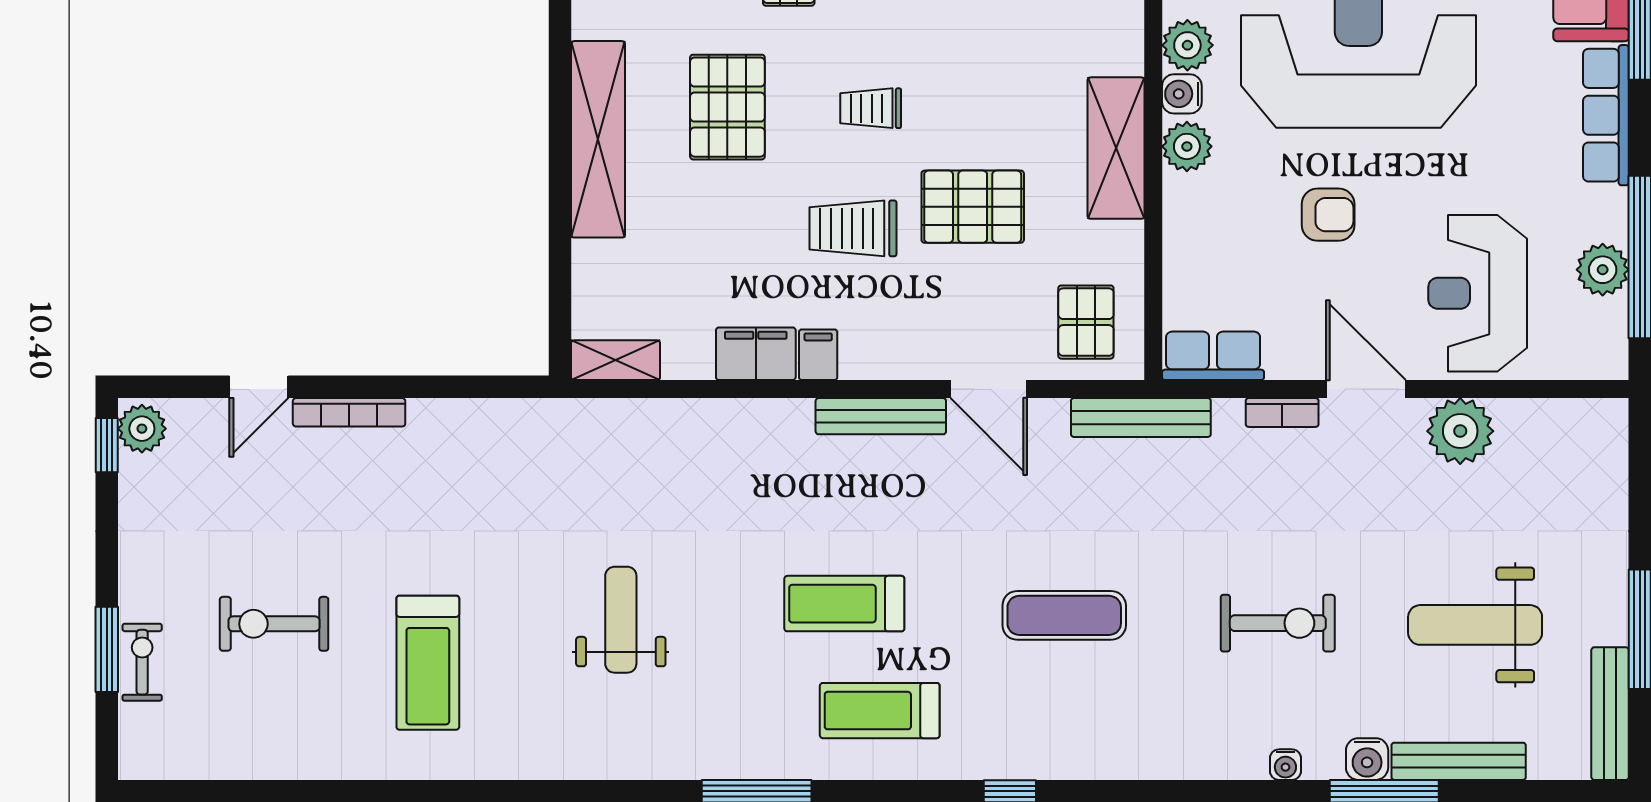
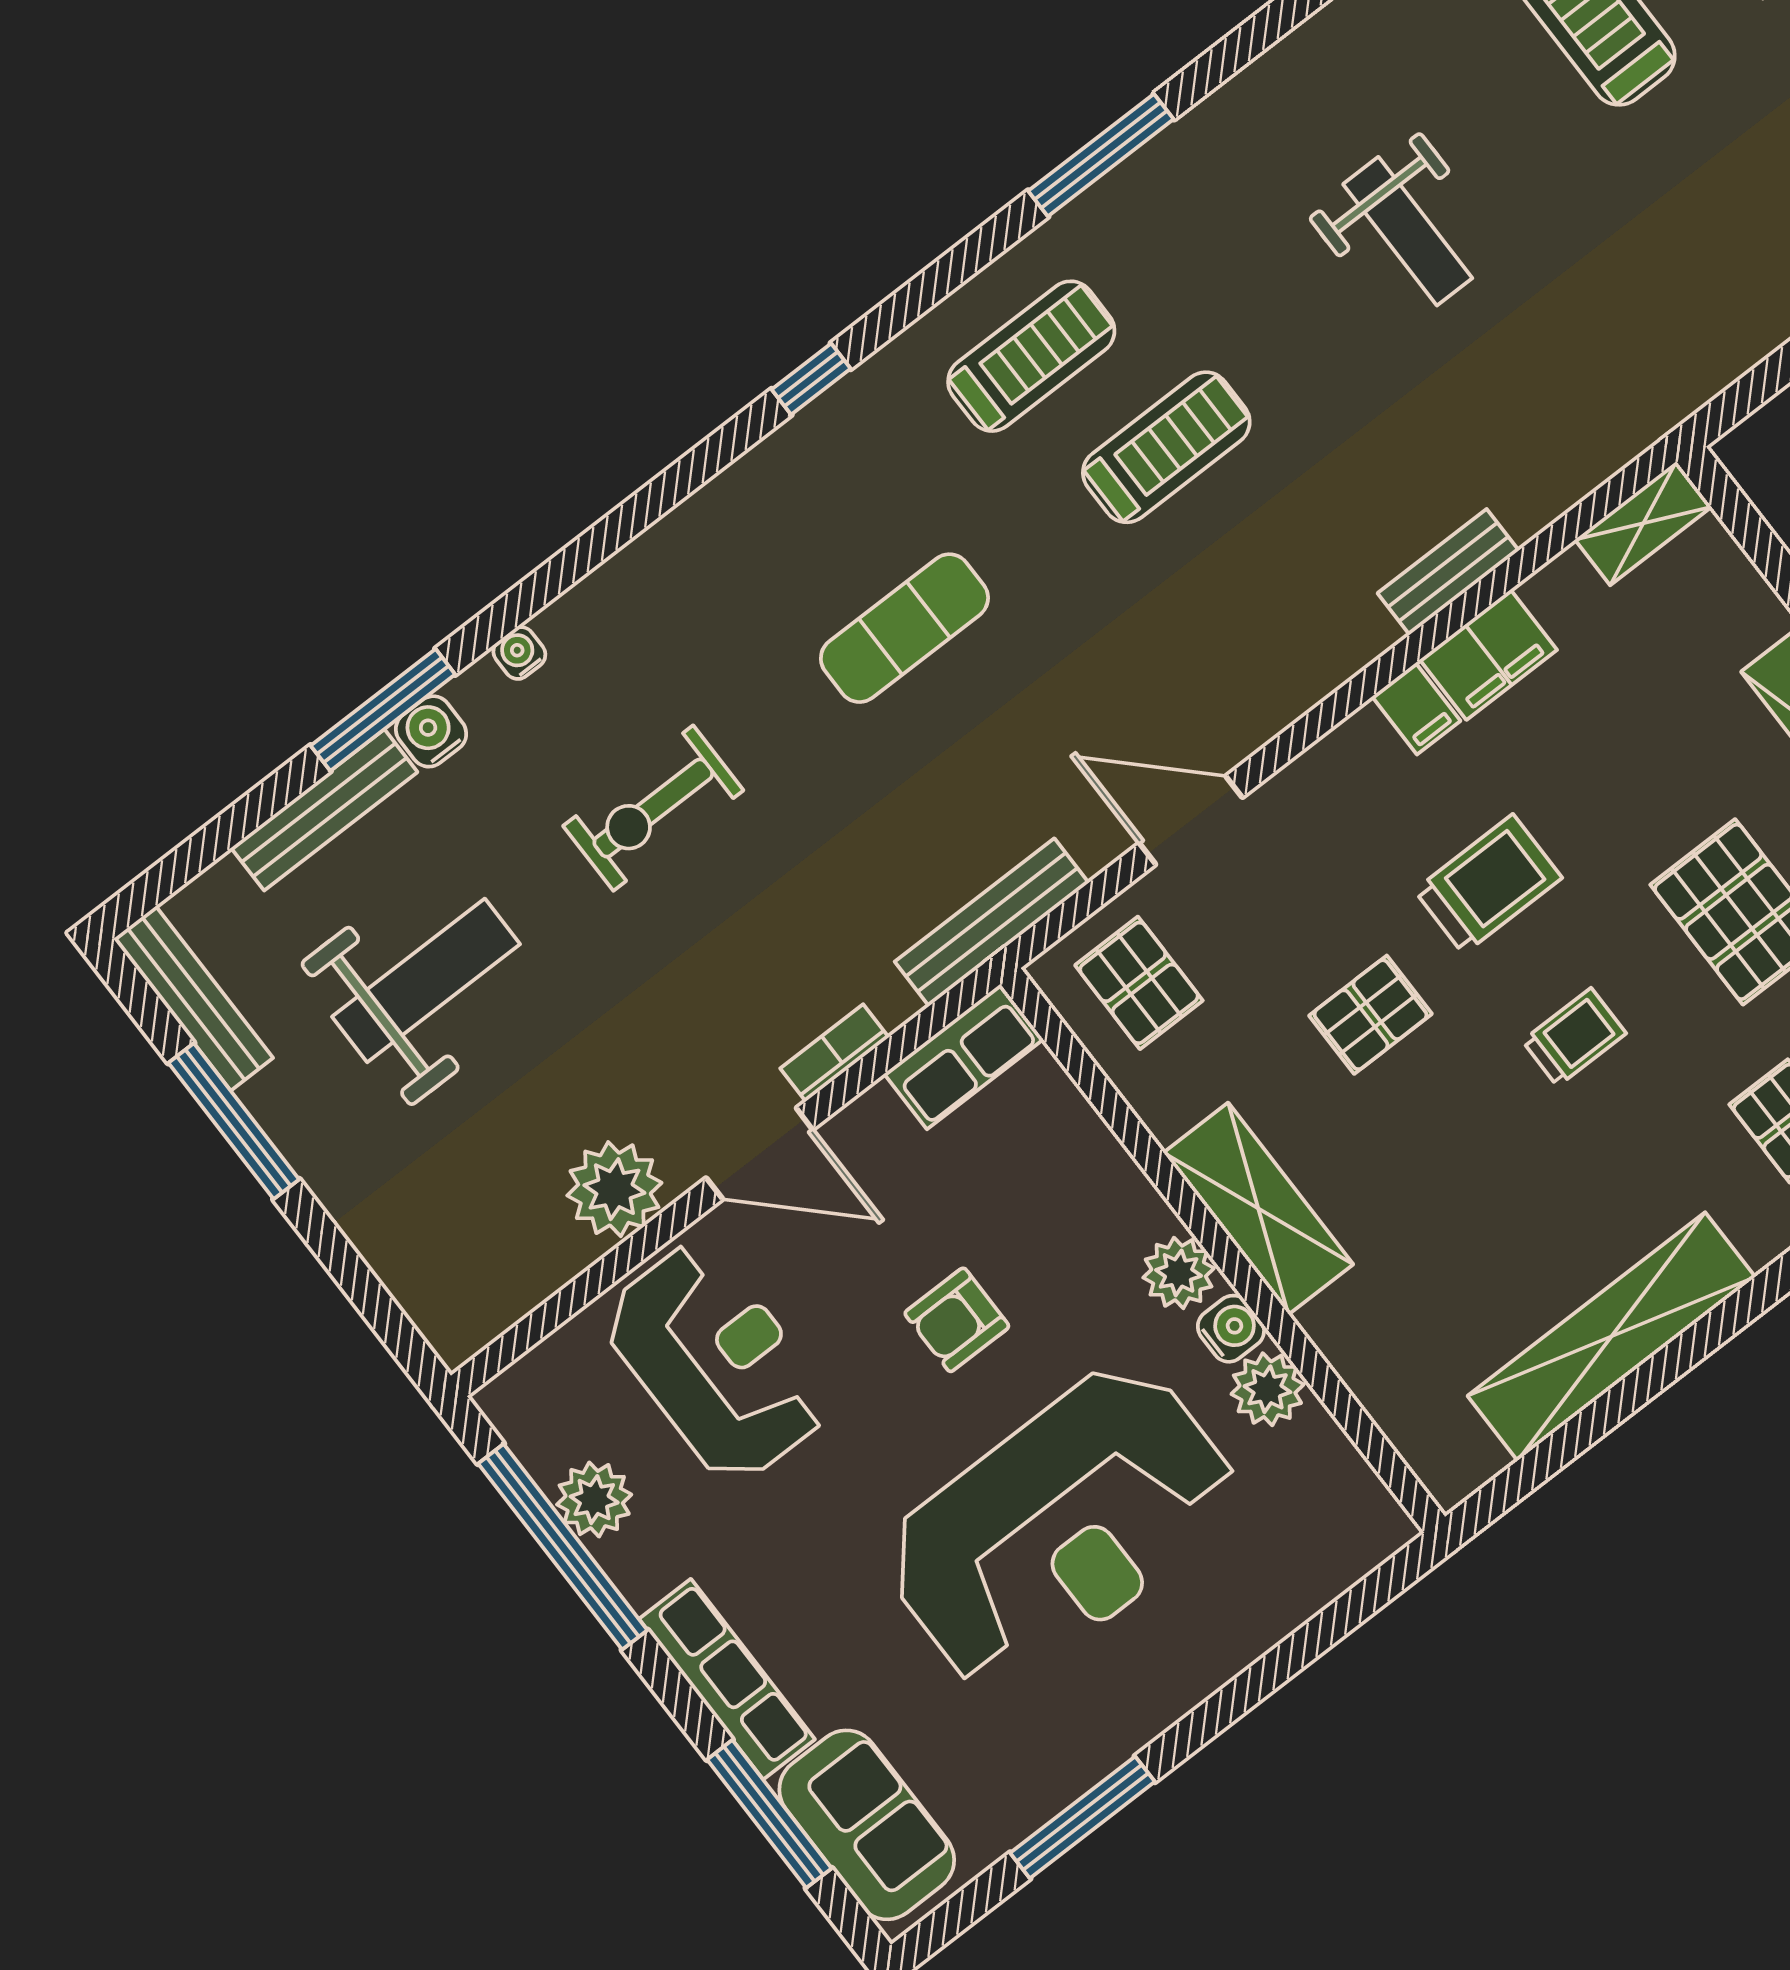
pallet: (973, 207) -> (1370, 1015), width x0.67, depth x0.71
bench: (881, 416) -> (1448, 572), moved, width x0.73

